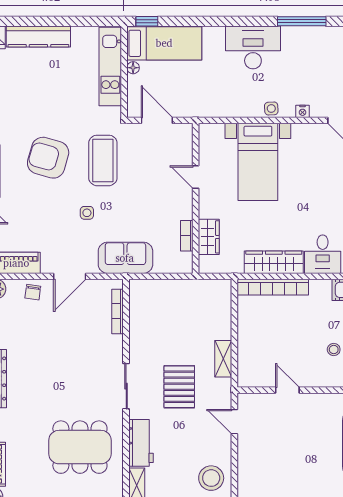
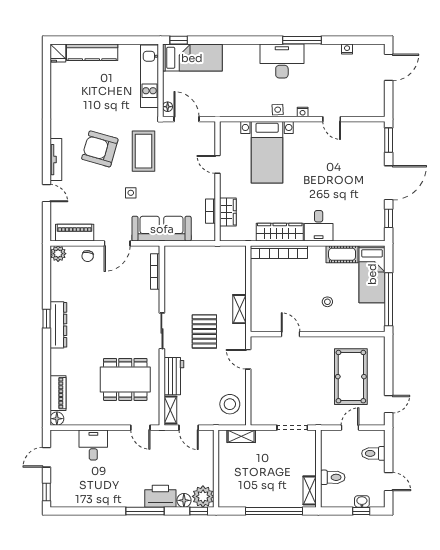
desk: (253, 47) -> (282, 61), moved
floor lamp: (133, 68) -> (168, 107), moved
sofa: (125, 258) -> (162, 229), width x1.36

